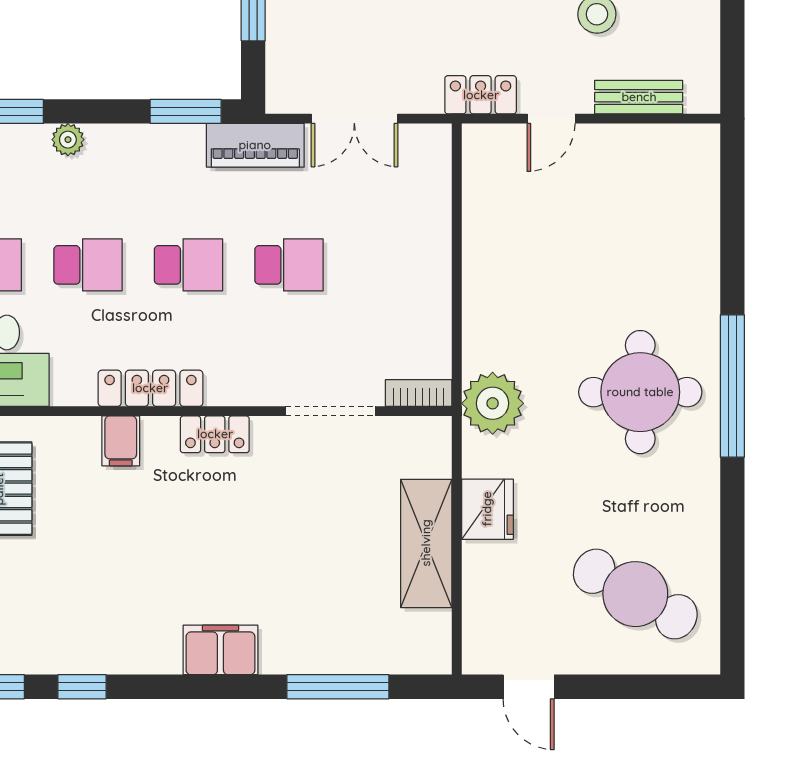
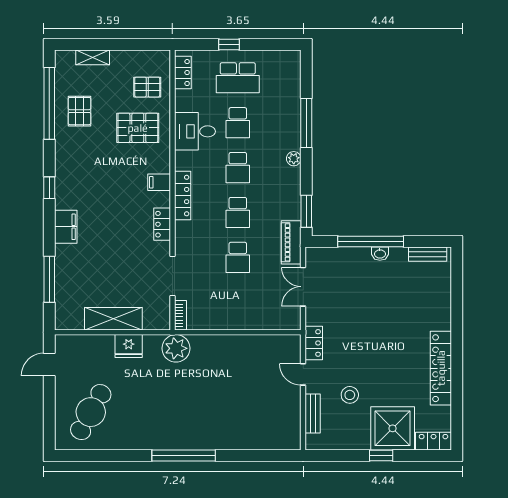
round table: (640, 392) -> (181, 414), removed
window: (82, 687) -> (49, 188), moved

